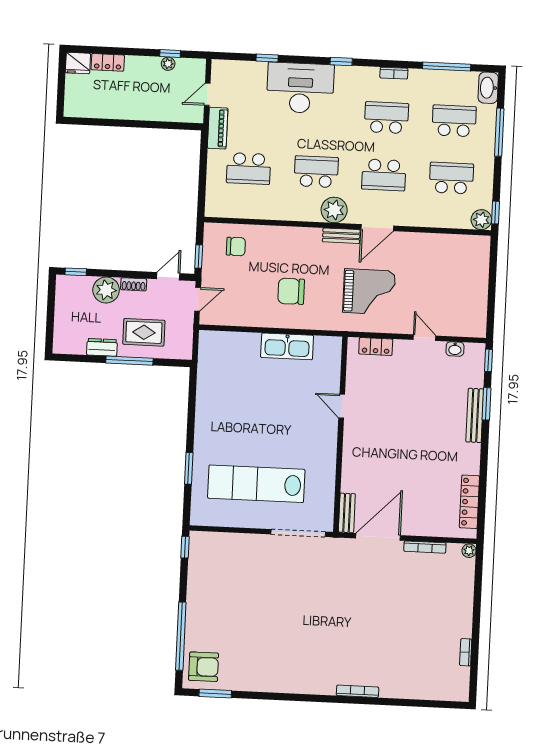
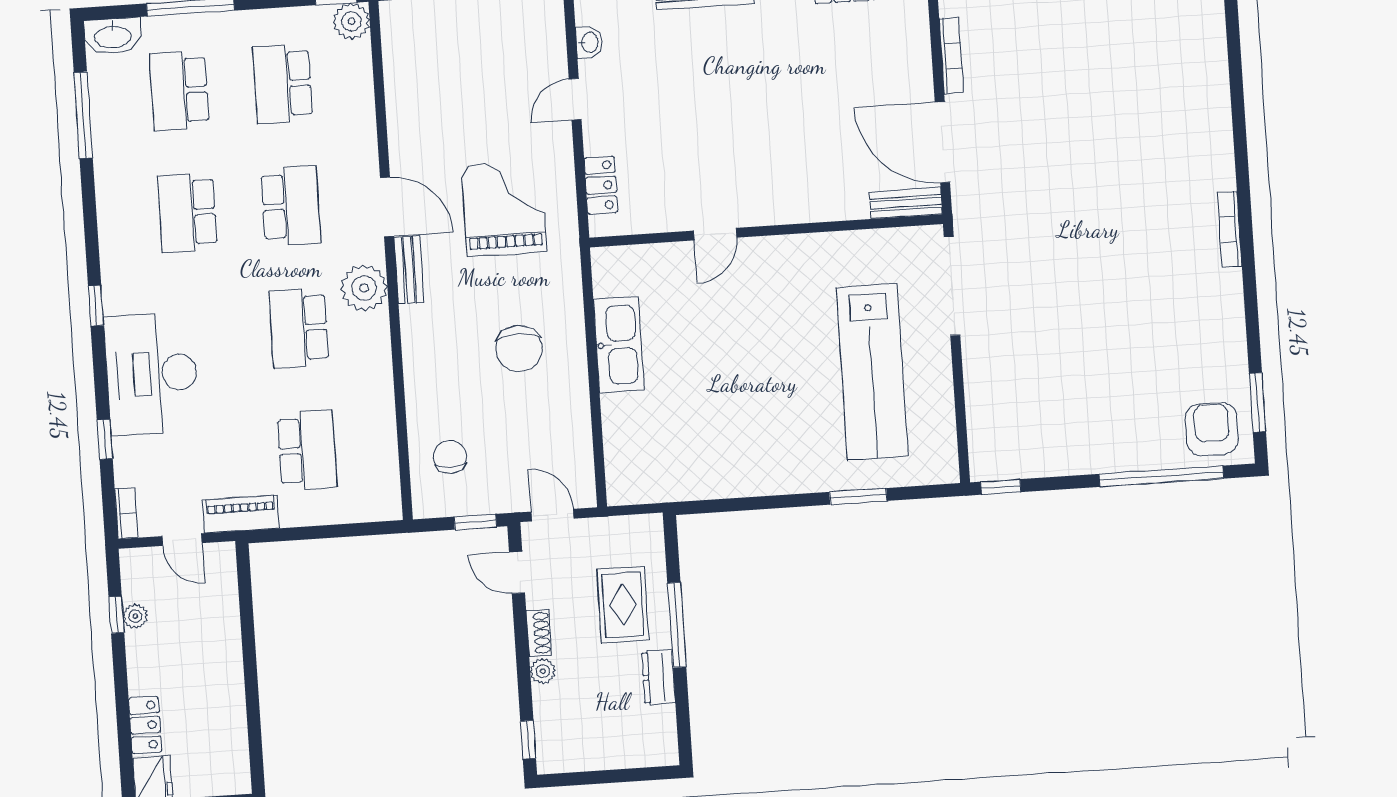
bookcase: (394, 73) -> (126, 514), moved
plant: (106, 290) -> (543, 671), width x0.53, depth x0.53
bookcase: (358, 691) -> (1230, 229), moved

